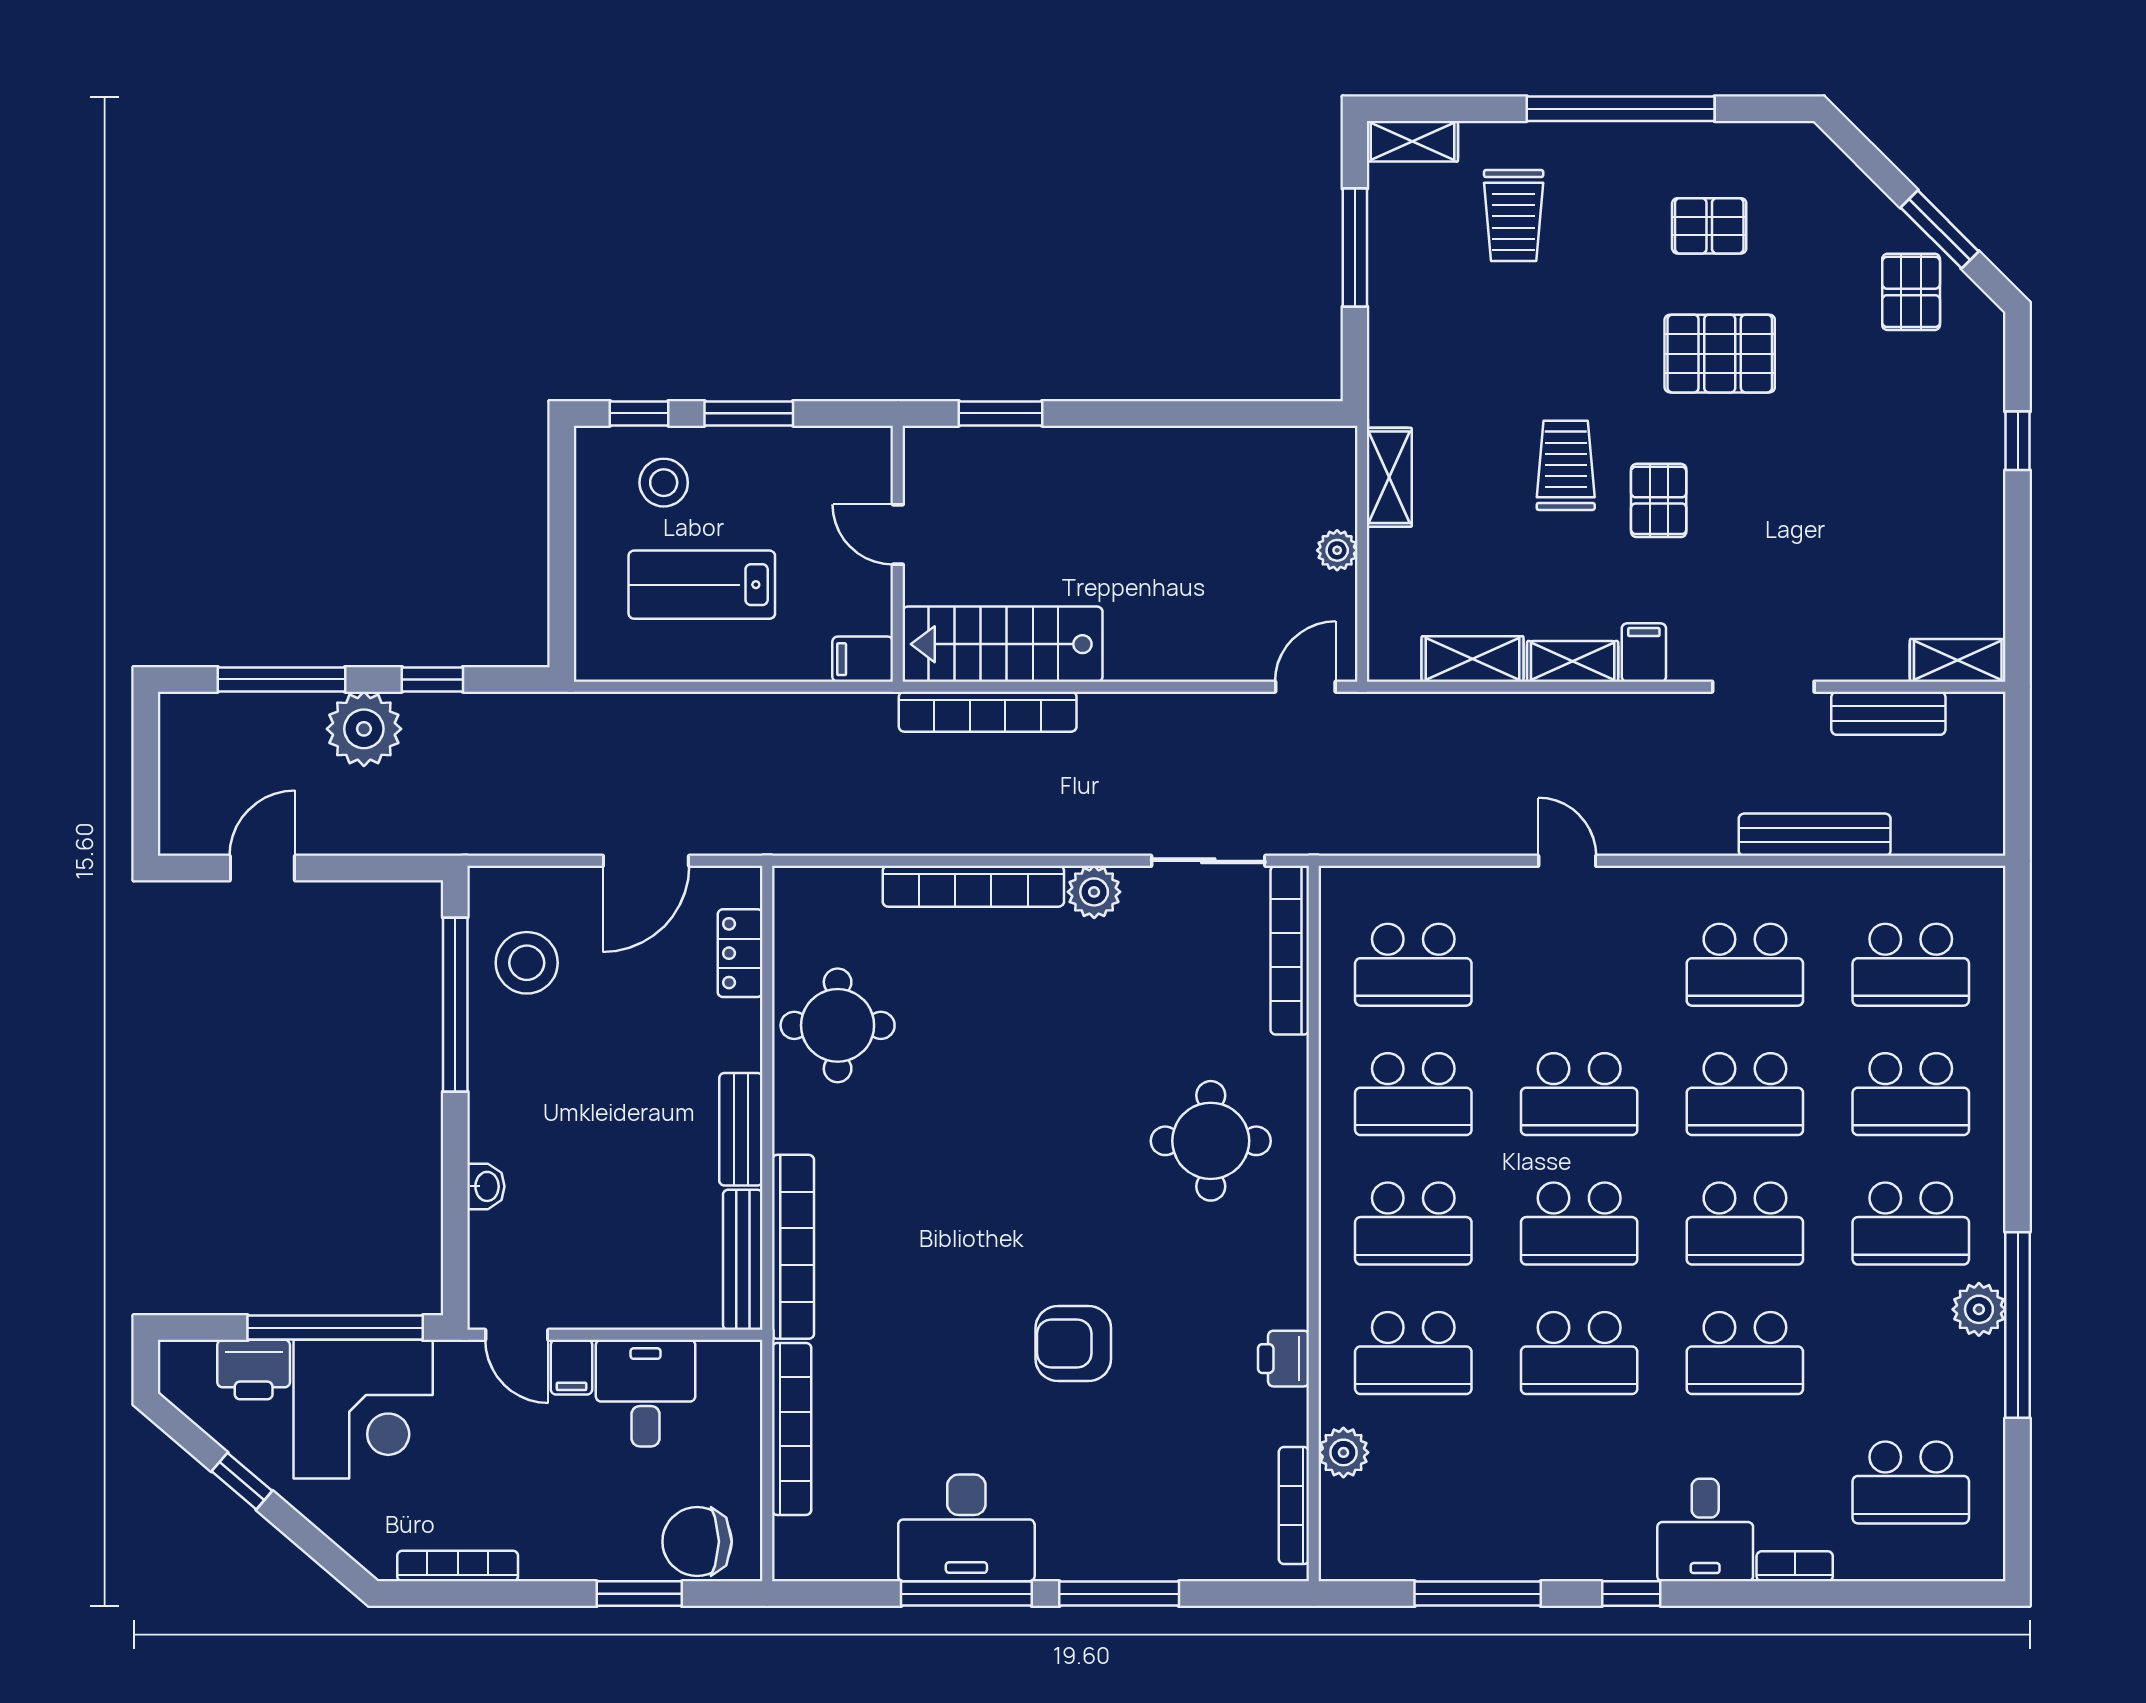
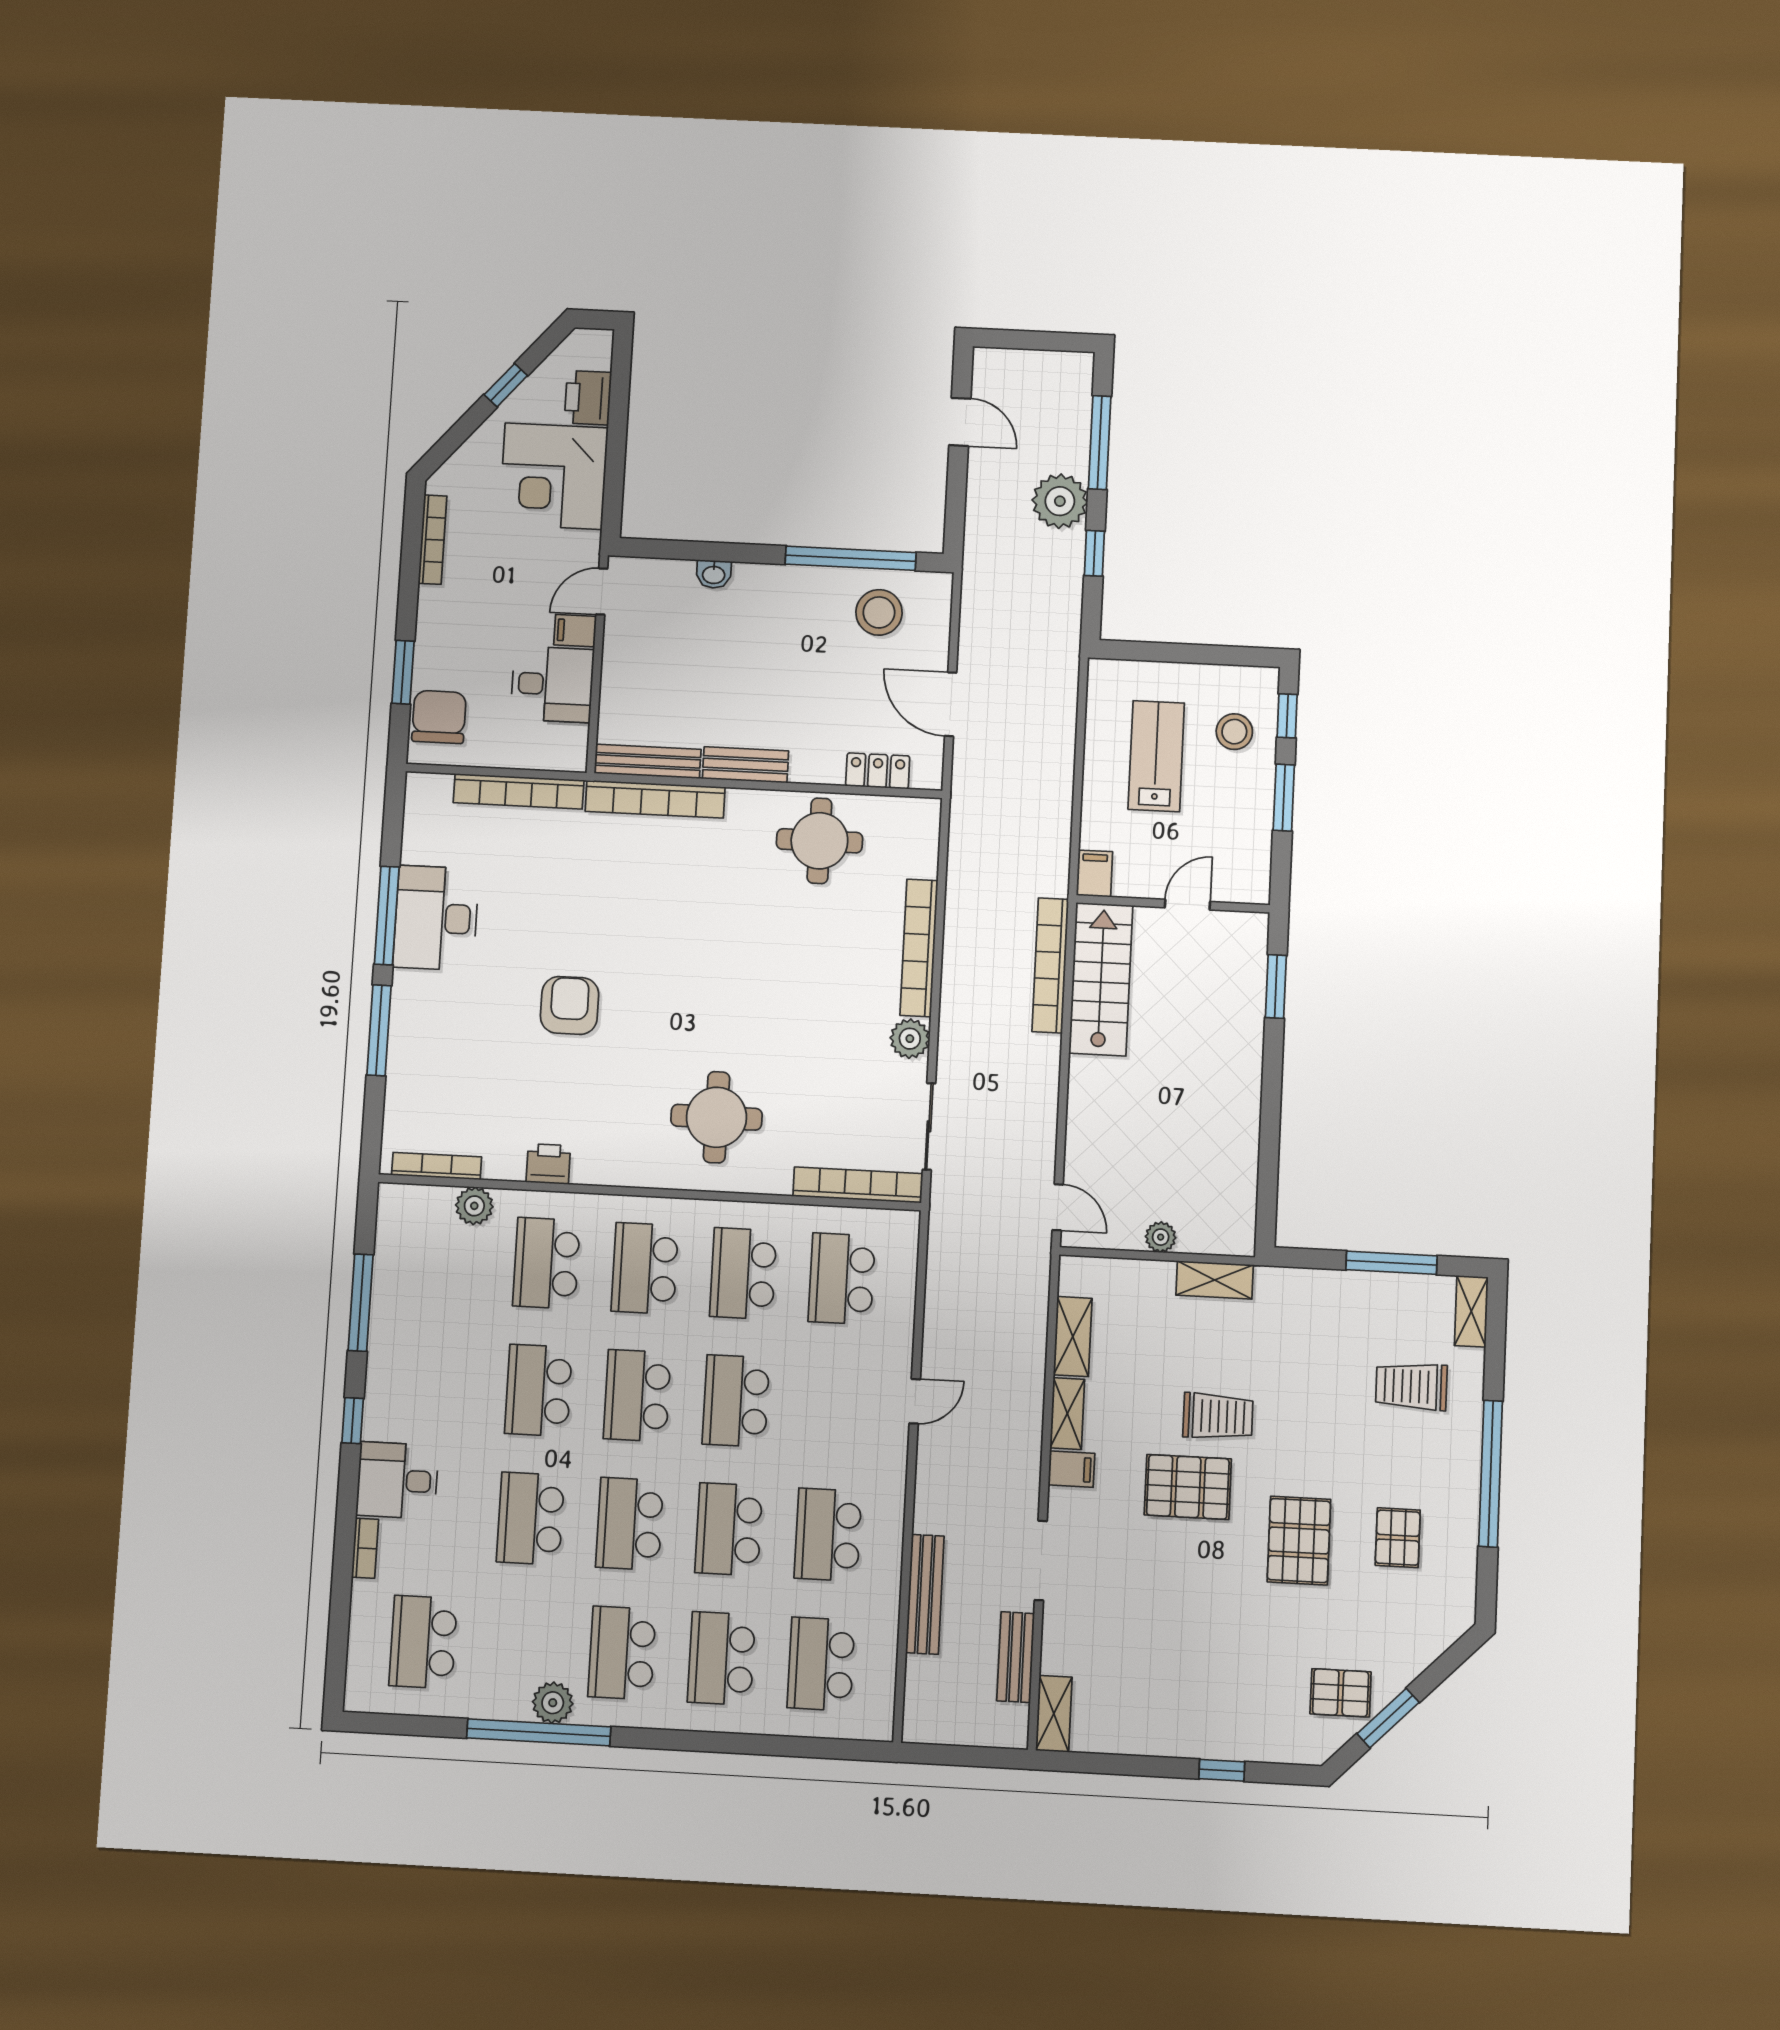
pallet: (1659, 500) -> (1188, 1487), width x1.50, depth x1.42
window: (335, 1328) -> (615, 459), removed

